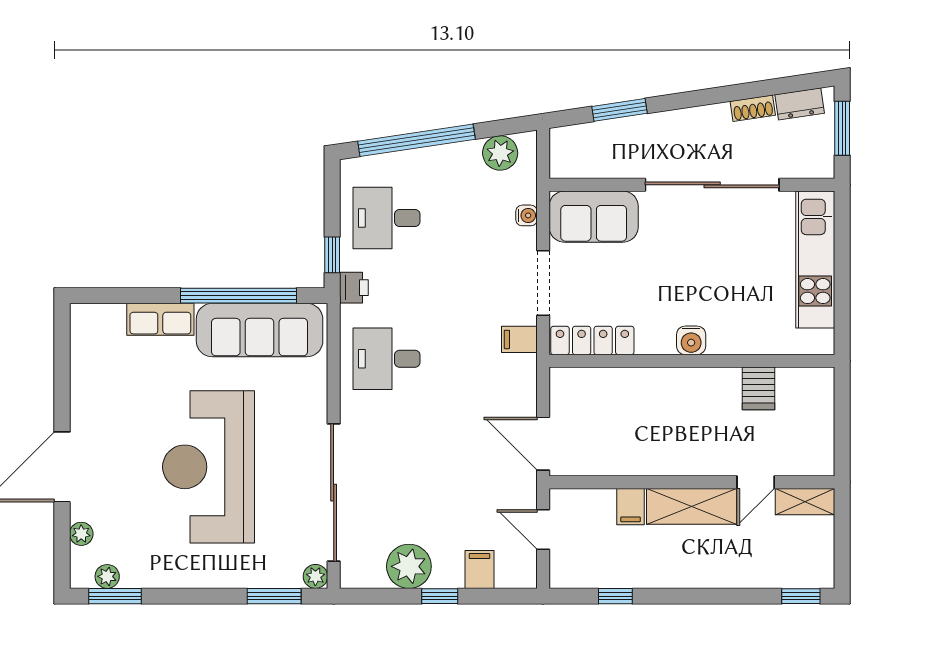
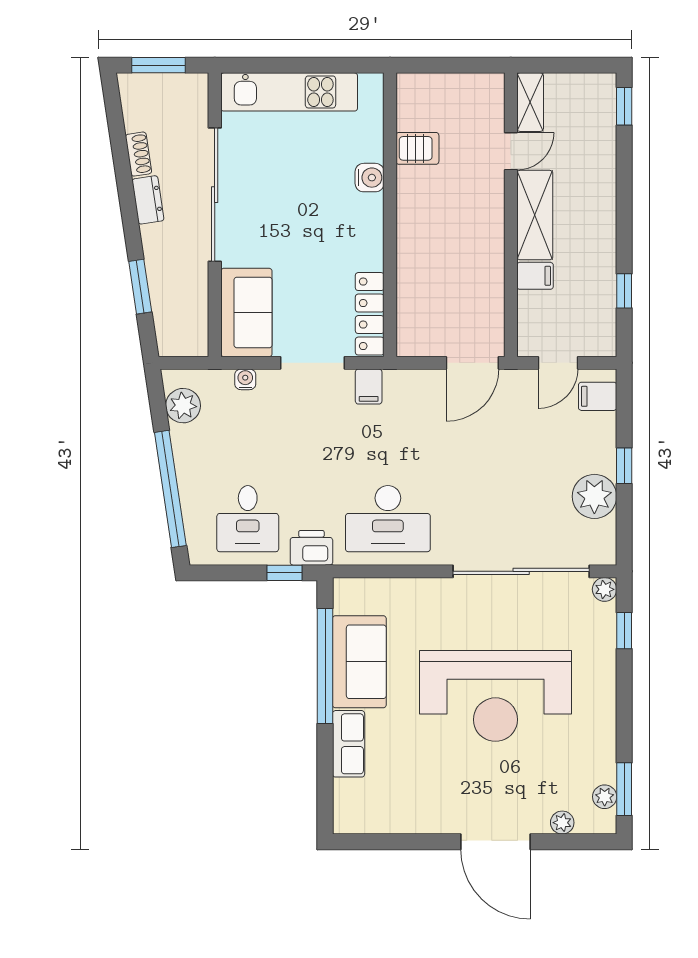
dresser: (800, 104) -> (148, 200), moved
printer: (354, 288) -> (311, 548), width x1.36, depth x1.24
sofa: (260, 330) -> (359, 662), width x0.73
water cooler: (691, 340) -> (370, 178), moved
desk: (387, 359) -> (388, 519), width x1.37
door: (756, 482) -> (511, 151), hinge flipped
filing cabinet: (479, 569) -> (598, 396), moved
window: (274, 596) -> (624, 631), width x0.67

